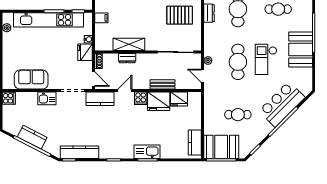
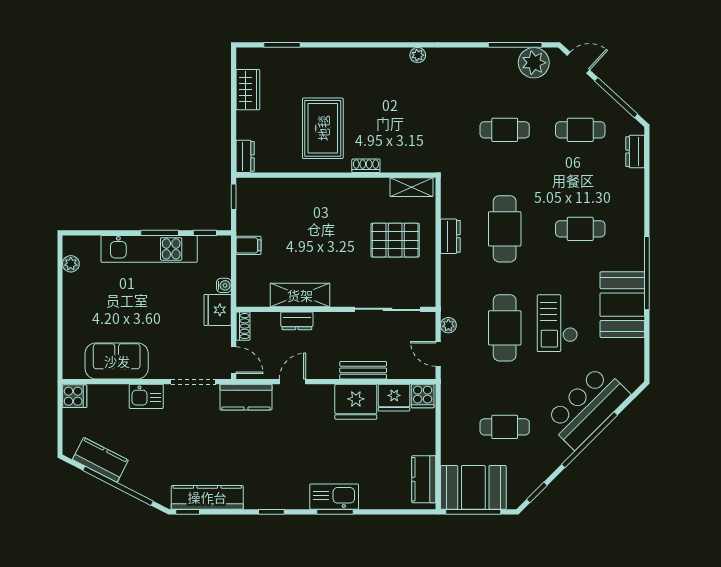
kitchen unit: (48, 20) -> (149, 249), width x0.73
cooker: (141, 98) -> (423, 396), moved
kitchen counter: (32, 137) -> (100, 460), moved

